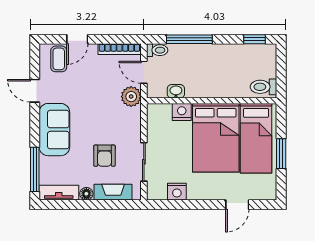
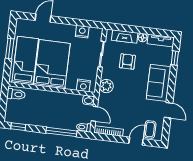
washbasin: (176, 91) -> (89, 100), moved
plant: (131, 97) -> (106, 86), moved
nightstand: (182, 112) -> (83, 85), moved
window: (35, 169) -> (175, 58), width x0.46

